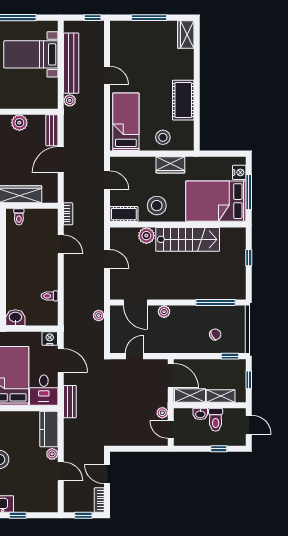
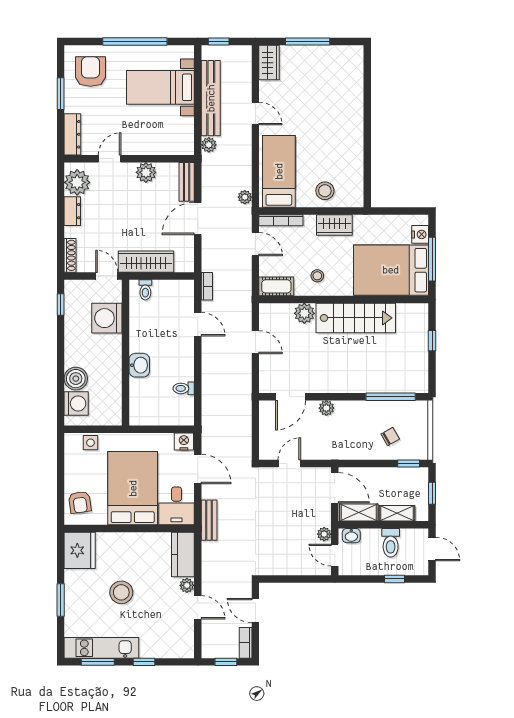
window: (93, 18) -> (219, 42), moved
wardrobe: (186, 35) -> (269, 63), moved, turned 180
cot: (183, 100) -> (350, 144), removed
bookcase: (128, 161) -> (281, 220), added
stool: (157, 206) -> (317, 276), width x0.53, depth x0.53
door: (135, 303) -> (291, 397), hinge flipped
plant: (99, 316) -> (245, 197), moved
washbasin: (15, 318) -> (139, 365), moved, turned 90
washbasin: (200, 414) -> (351, 536), moved

